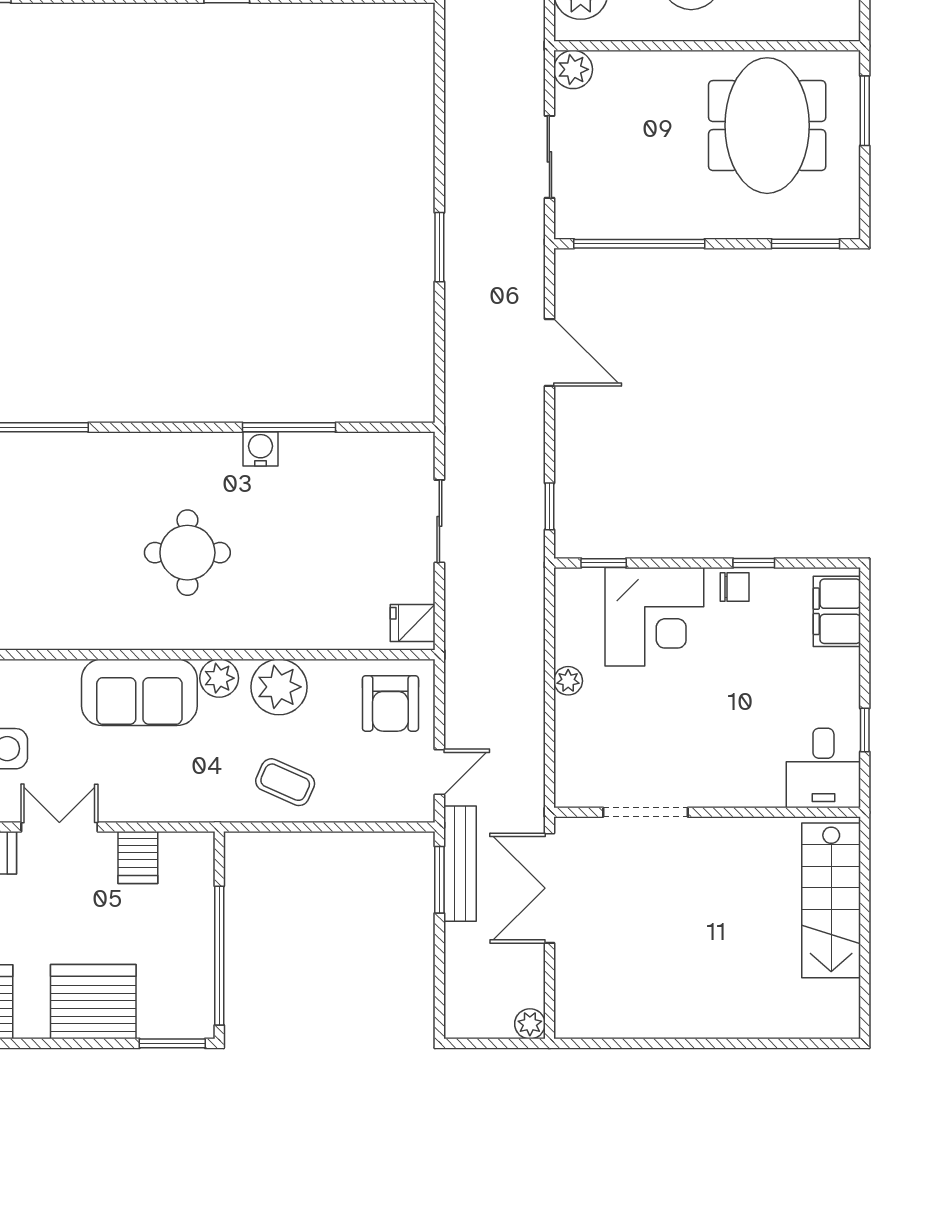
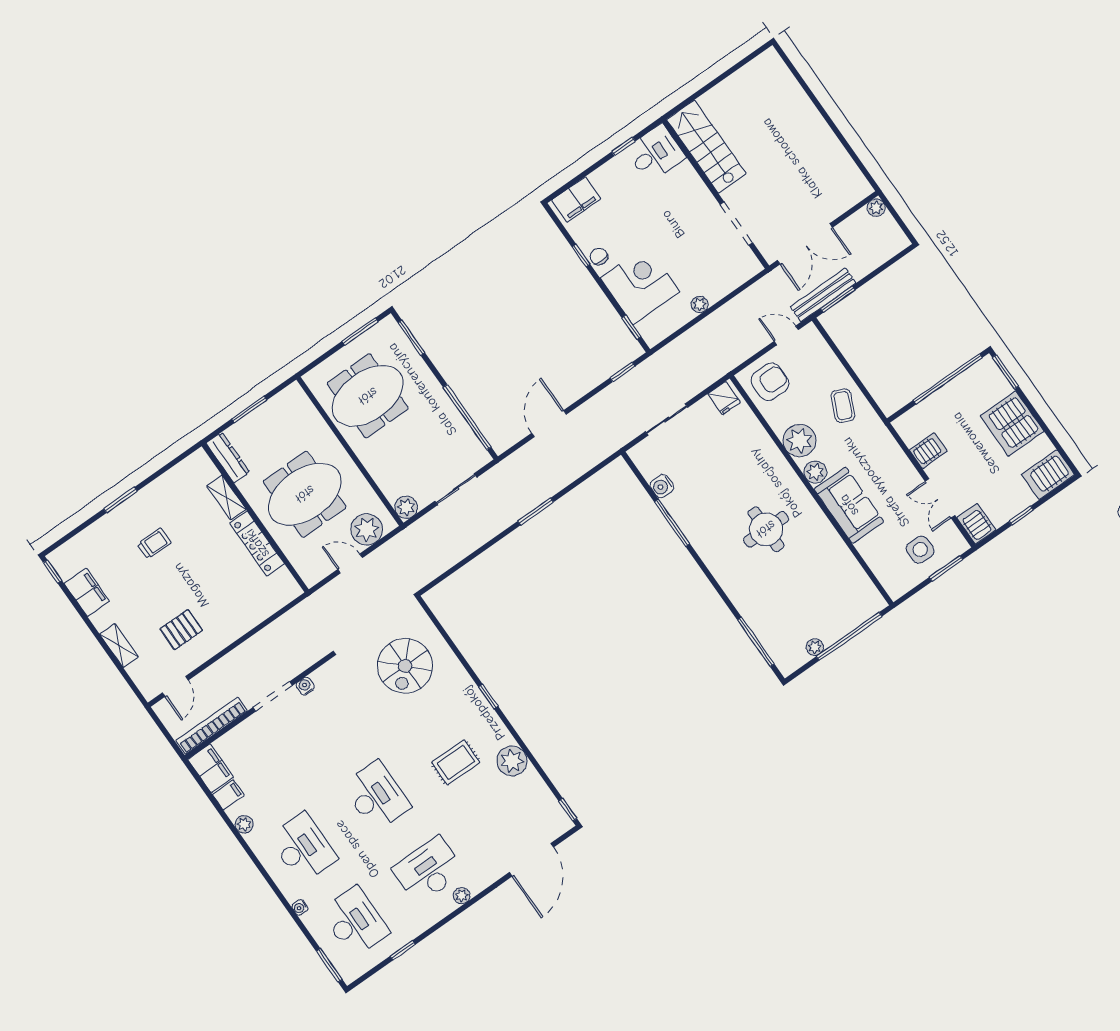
window: (865, 111) -> (360, 332), moved
water cooler: (261, 449) -> (662, 486), moved
stairs: (831, 900) -> (706, 147), moved, turned -90

